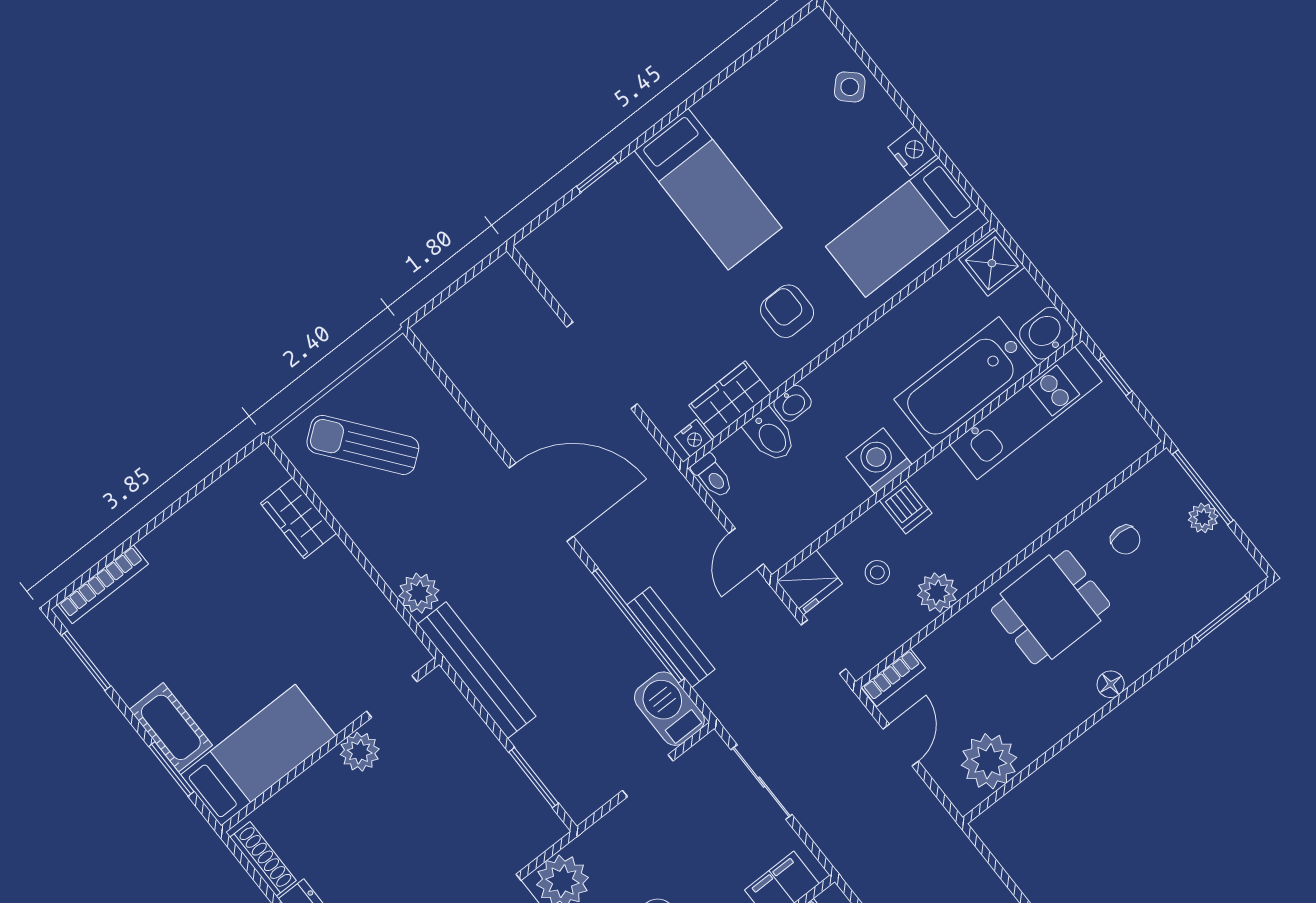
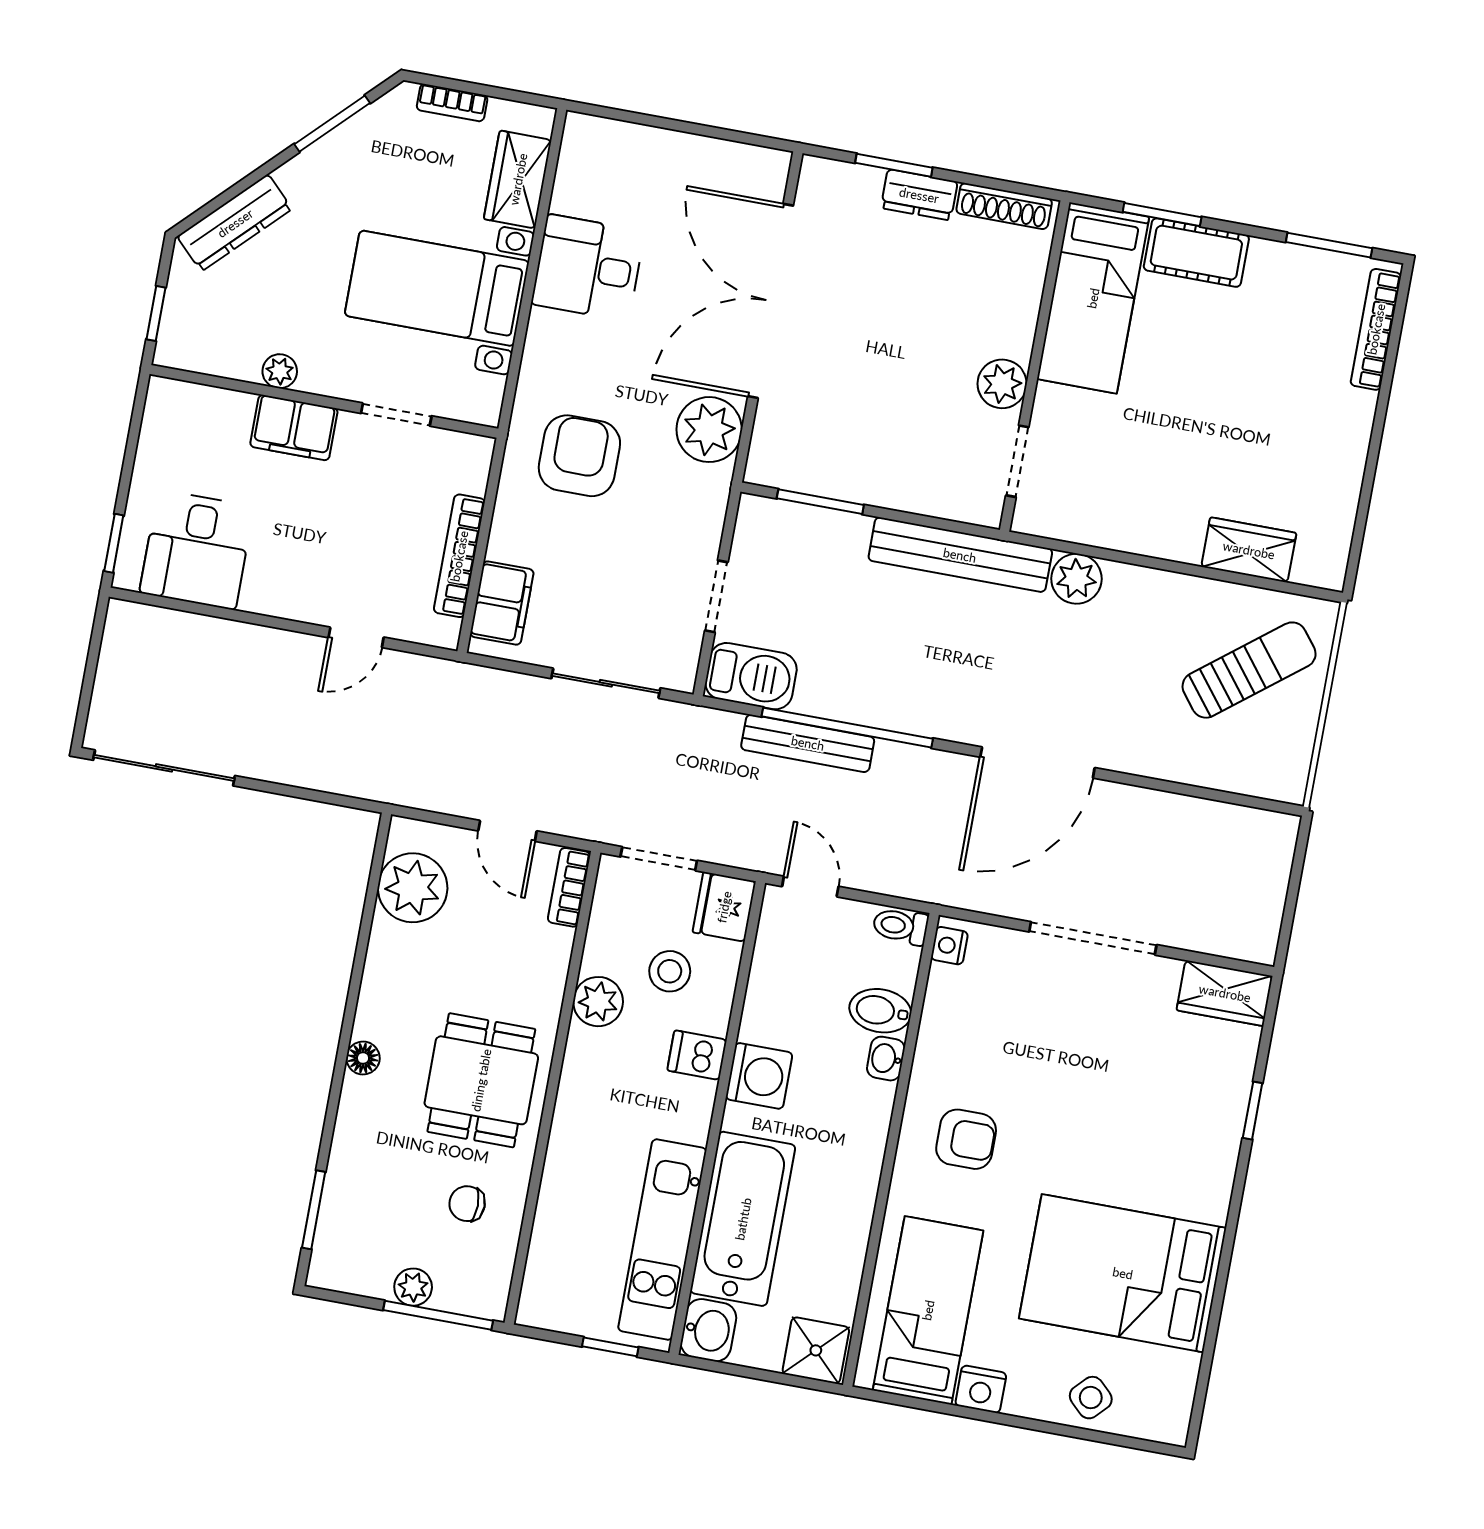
bed: (708, 189) -> (1123, 1273), moved, width x1.50
wardrobe: (730, 399) -> (1225, 993), moved, turned 90
stool: (877, 572) -> (670, 971), width x1.37, depth x1.37

